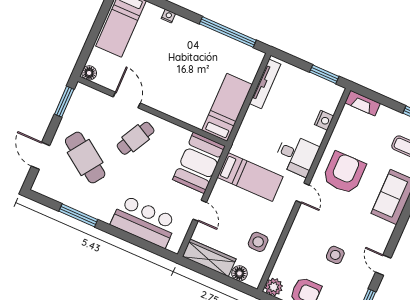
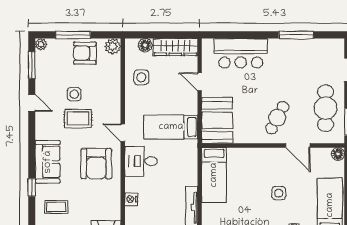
side table: (168, 59) -> (279, 193), added
cafe table: (85, 158) -> (326, 108), moved, turned 55
rug: (342, 228) -> (78, 119), added

